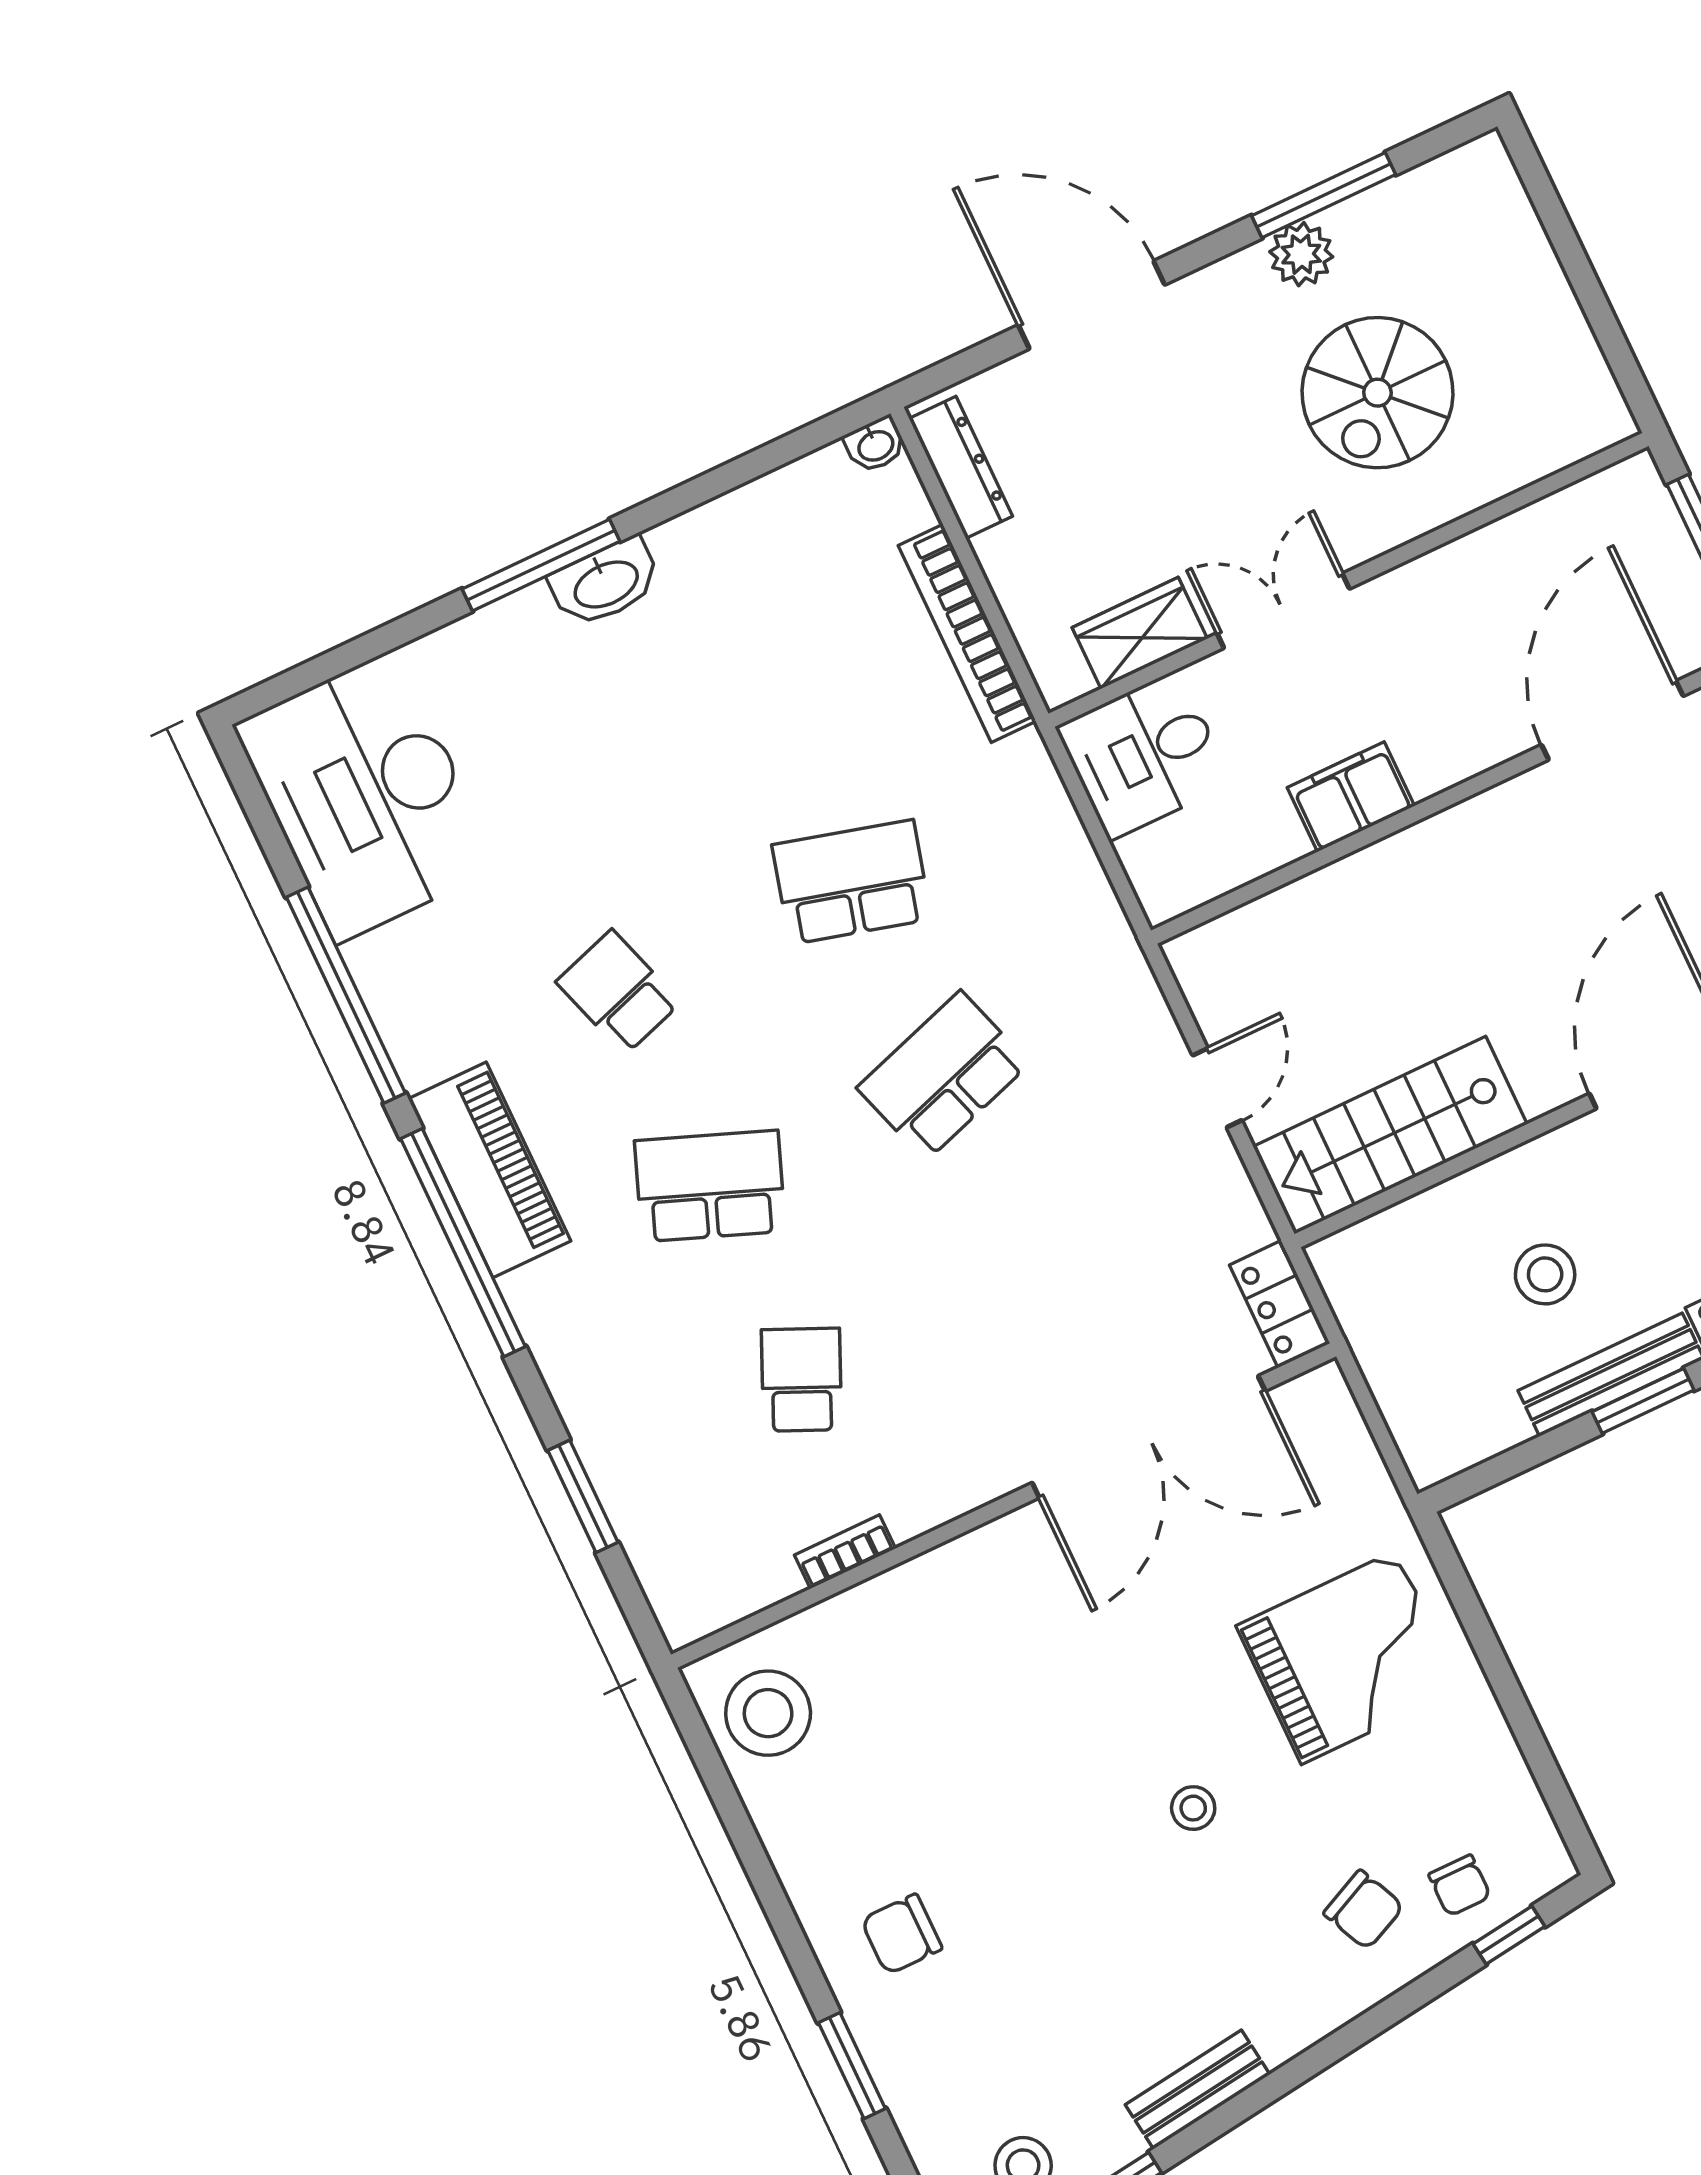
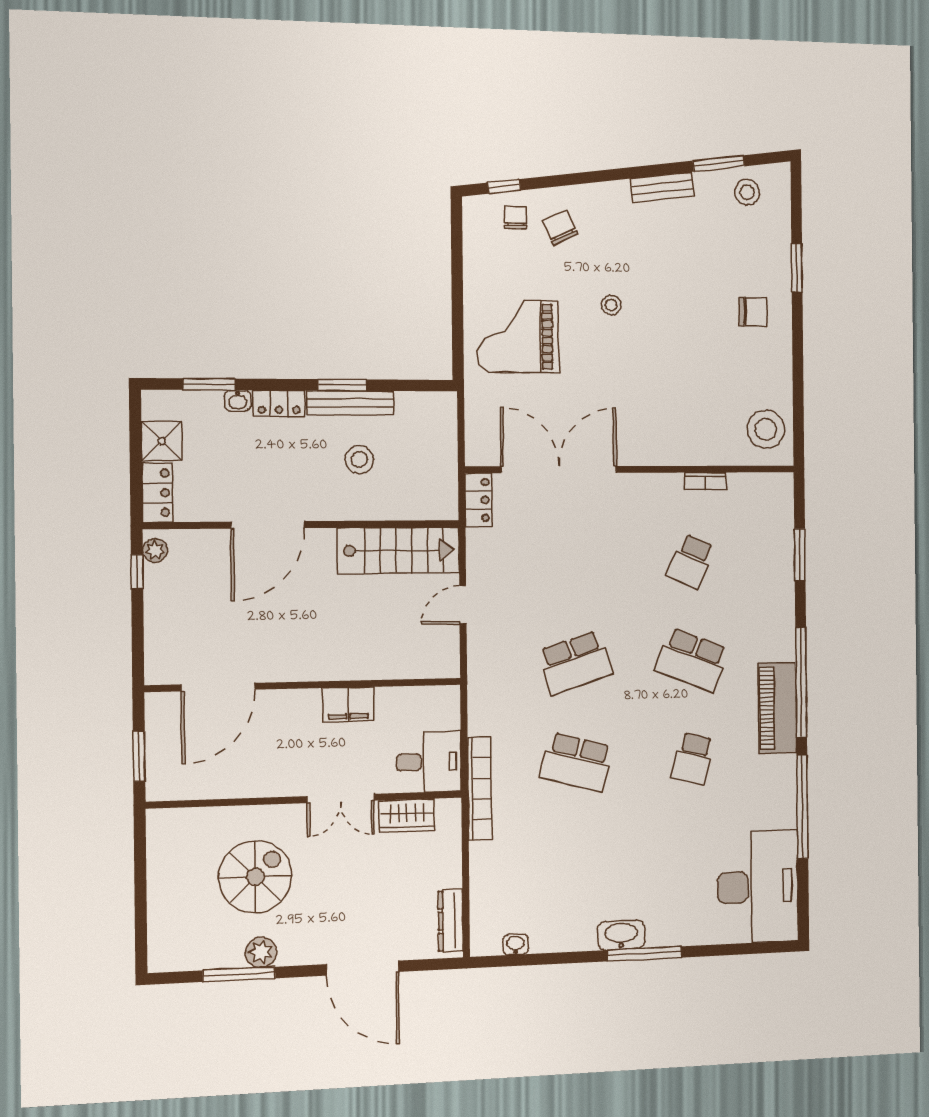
washbasin: (875, 445) -> (516, 944), moved
bookcase: (967, 633) -> (480, 788), moved
school desk: (618, 992) -> (693, 758), turned 33

